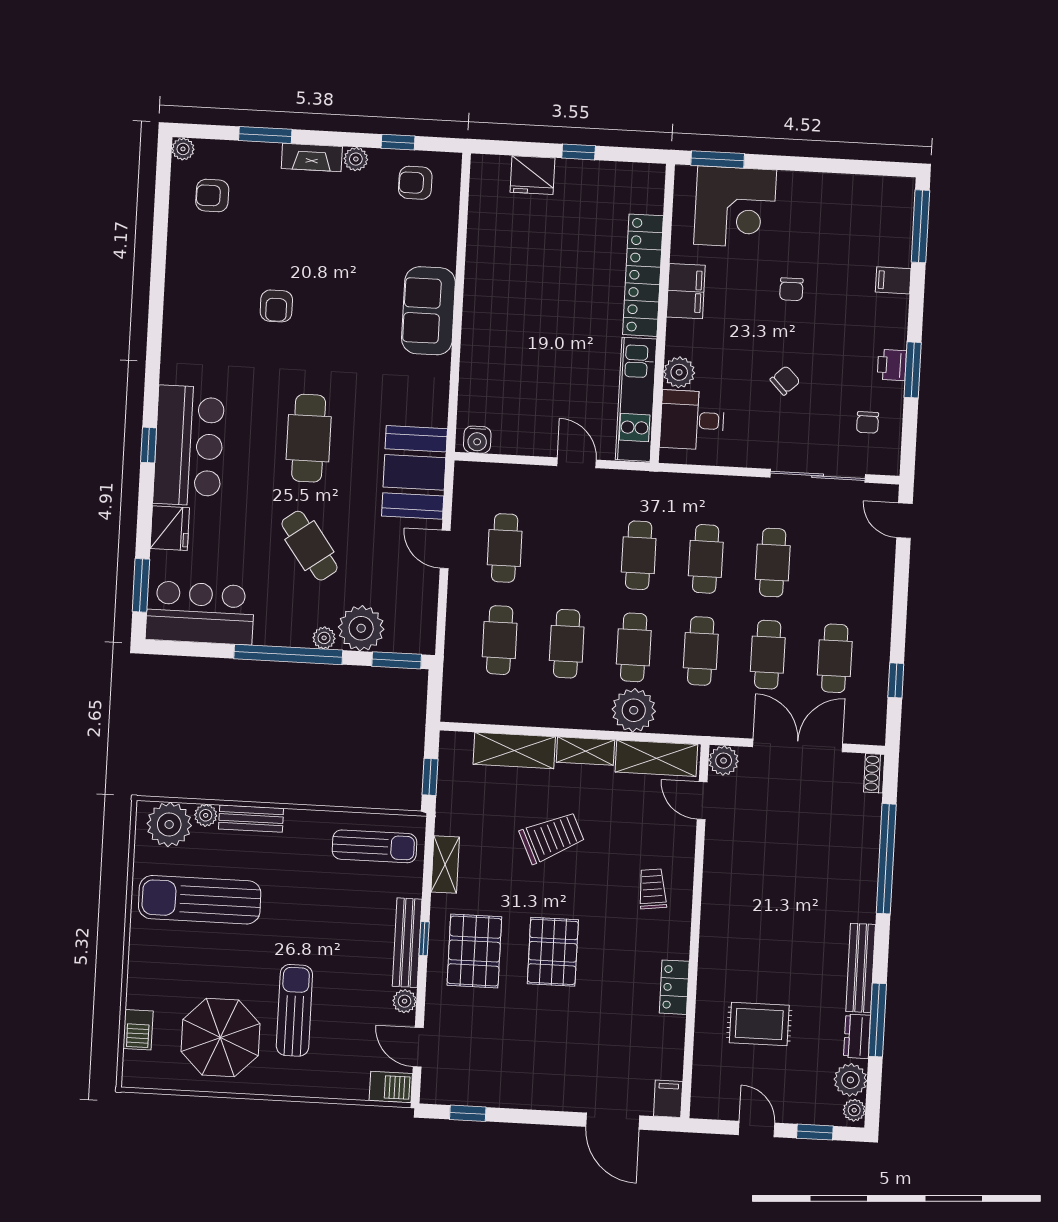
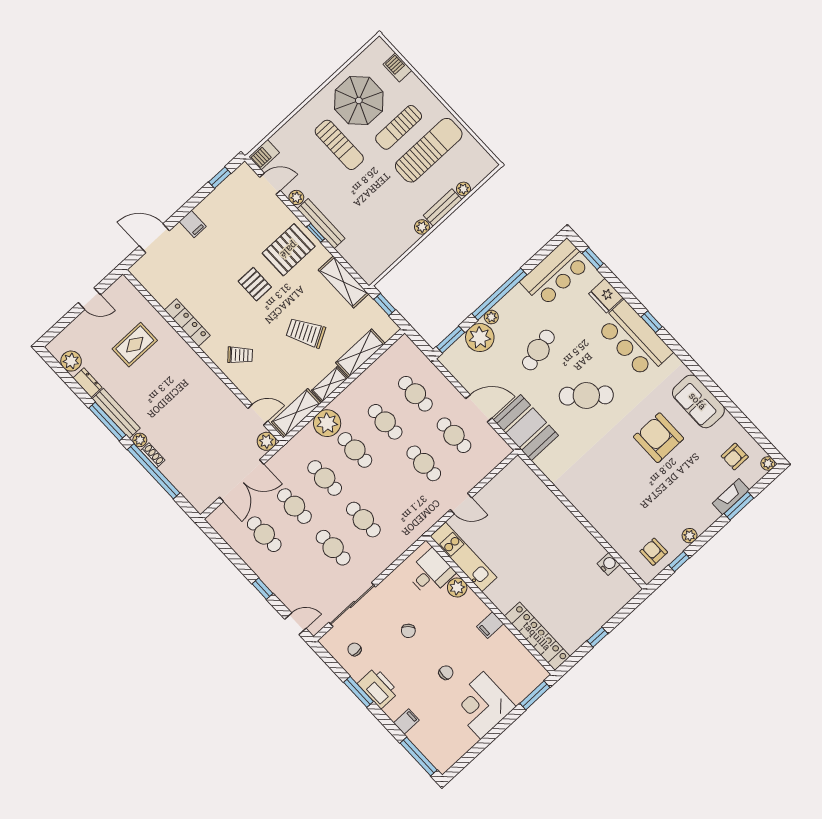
fireplace: (312, 157) -> (731, 497), moved
fridge: (532, 175) -> (607, 607), removed
armchair: (415, 183) -> (654, 552), turned -90
armchair: (212, 196) -> (735, 457), turned 180
corner desk: (735, 207) -> (482, 705), moved
locker: (643, 275) -> (537, 636), moved
chair: (791, 289) -> (446, 673), turned 90
filing cabinet: (686, 291) -> (490, 625), width x0.50
armchair: (276, 306) -> (659, 438), width x1.88, depth x1.88
sofa: (428, 311) -> (698, 401), moved, turned 180
printer: (892, 365) -> (378, 688), width x1.87, depth x1.48
cafe table: (309, 438) -> (586, 396), turned -49
water cooler: (477, 440) -> (608, 564), moved, turned 90
cafe table: (309, 546) -> (538, 350), turned -68
door: (445, 549) -> (479, 408), width x1.38
cafe table: (639, 555) -> (424, 463), moved
window: (141, 585) -> (593, 258), width x0.67
window: (896, 680) -> (263, 589), moved
shoe rack: (874, 773) -> (153, 455), moved
plant: (169, 824) -> (422, 227), moved, width x0.53, depth x0.53
trolley: (552, 837) -> (306, 333), turned 86
sun lounger: (374, 846) -> (399, 127), moved
shelving: (445, 864) -> (343, 282), width x1.50, depth x1.33
trolley: (652, 889) -> (240, 355), turned -38
pallet: (474, 951) -> (289, 250), turned 90
pallet: (553, 952) -> (255, 284), width x0.67, depth x0.71
locker: (674, 987) -> (187, 323), width x1.53
window: (877, 1020) -> (107, 421), moved
filing cabinet: (668, 1099) -> (193, 224), moved
plant: (854, 1110) -> (140, 440), moved
window: (815, 1132) -> (63, 323), removed

